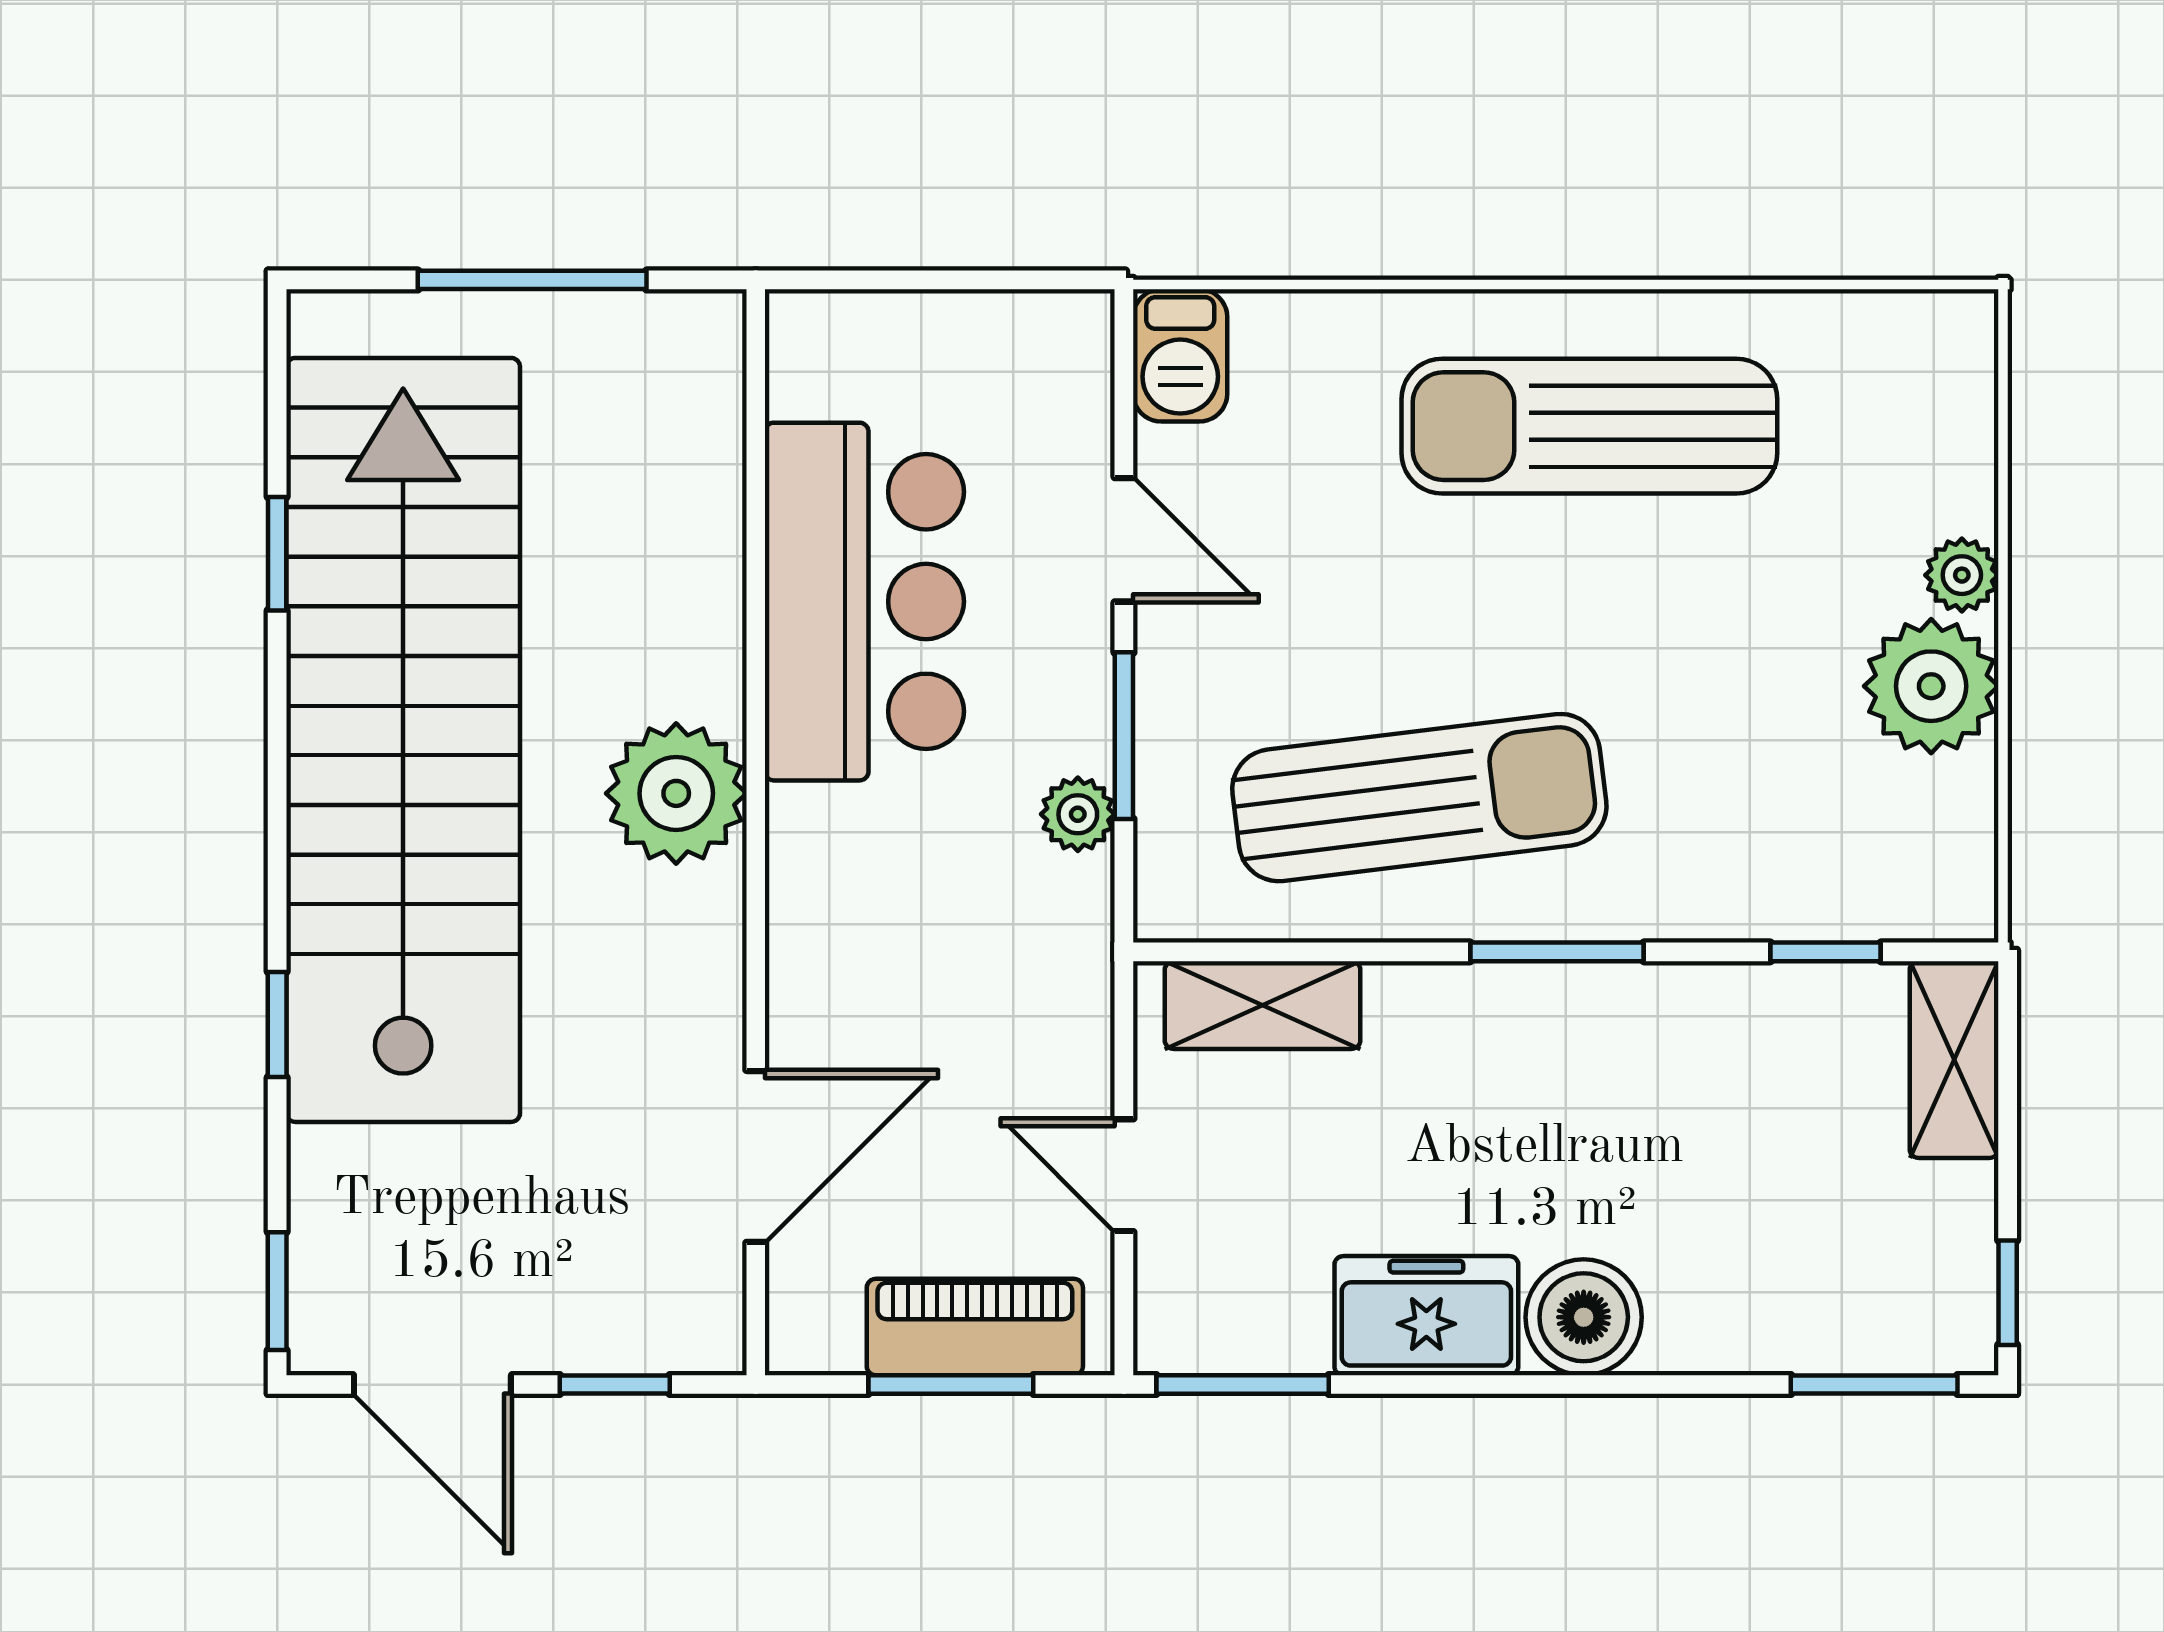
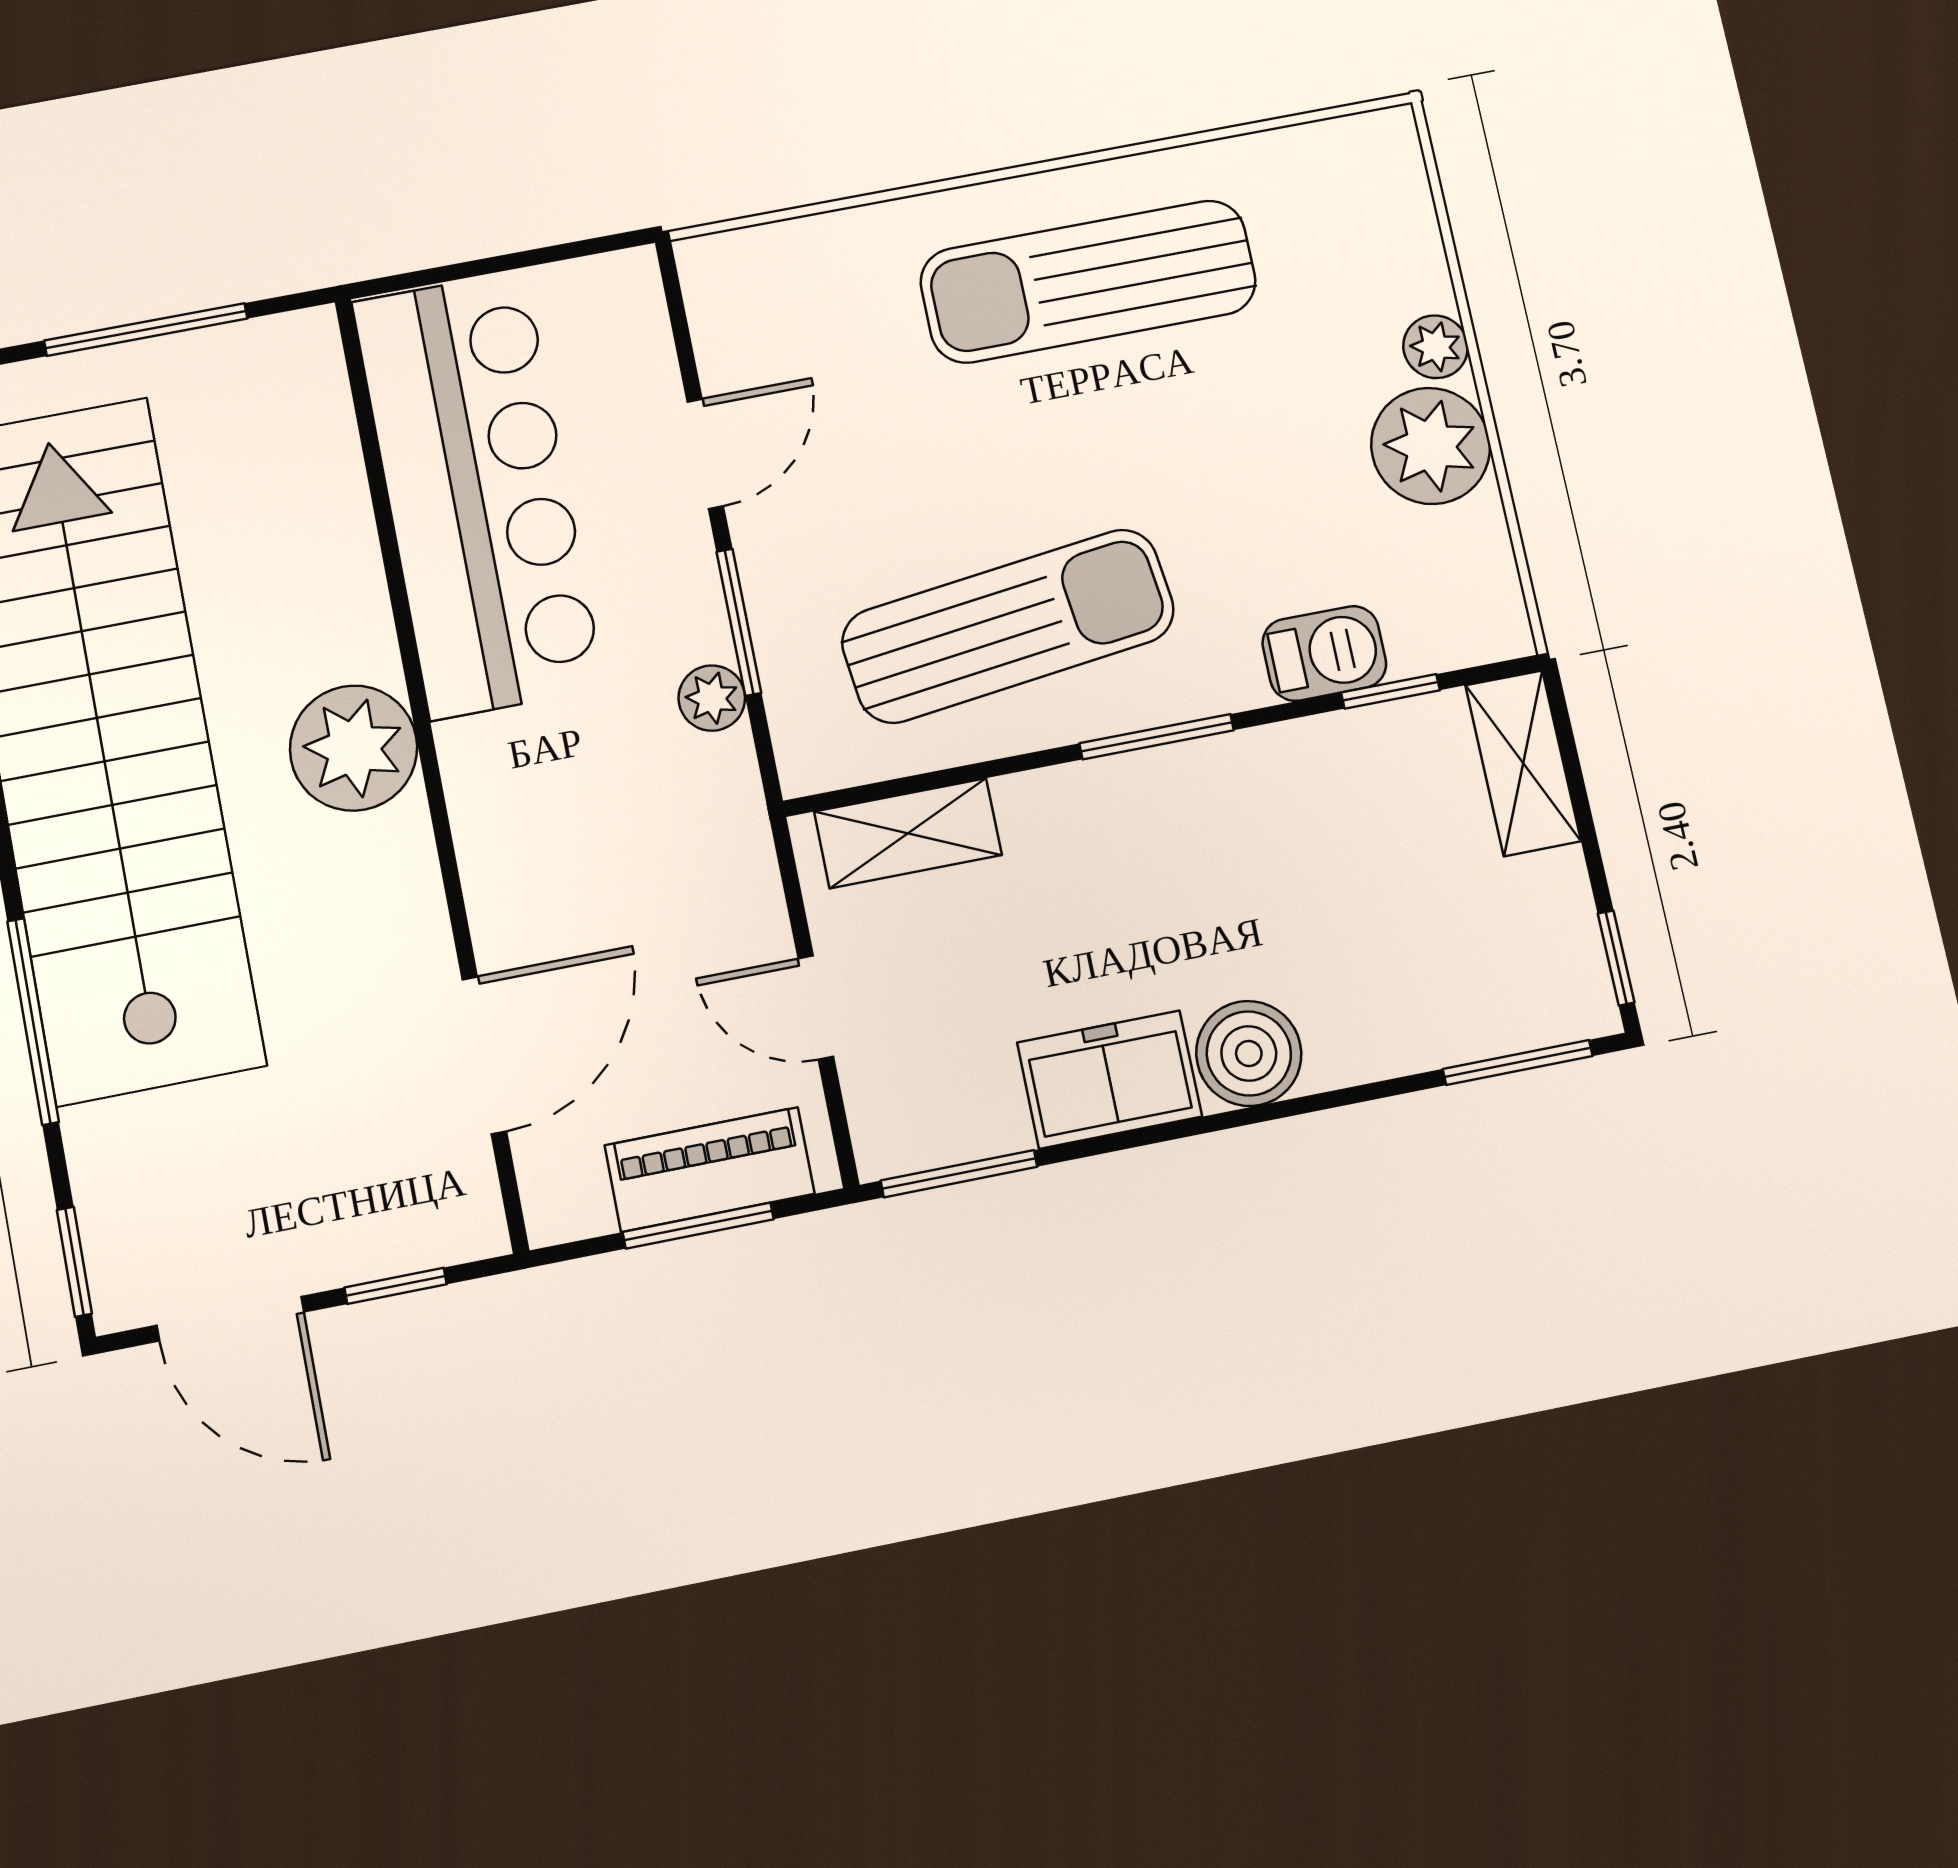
barbecue: (1180, 355) -> (1324, 653), moved, turned -90
door: (1124, 540) -> (705, 454), hinge flipped
bar counter: (864, 602) -> (478, 494), width x1.36
window: (277, 1025) -> (33, 1021), width x2.17

